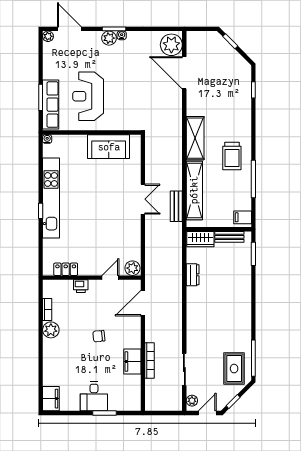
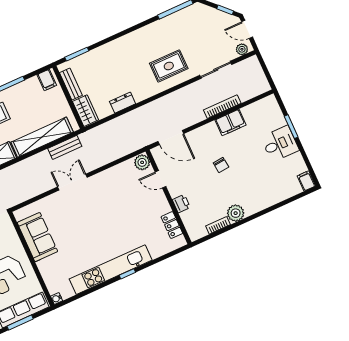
rug: (234, 369) -> (169, 66), moved
filing cabinet: (51, 399) -> (306, 181), width x0.50

